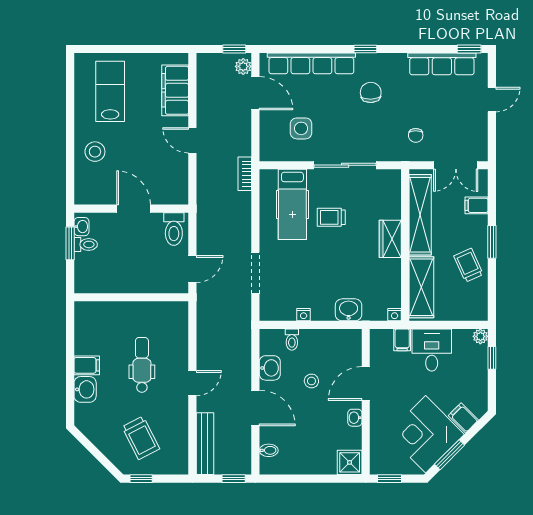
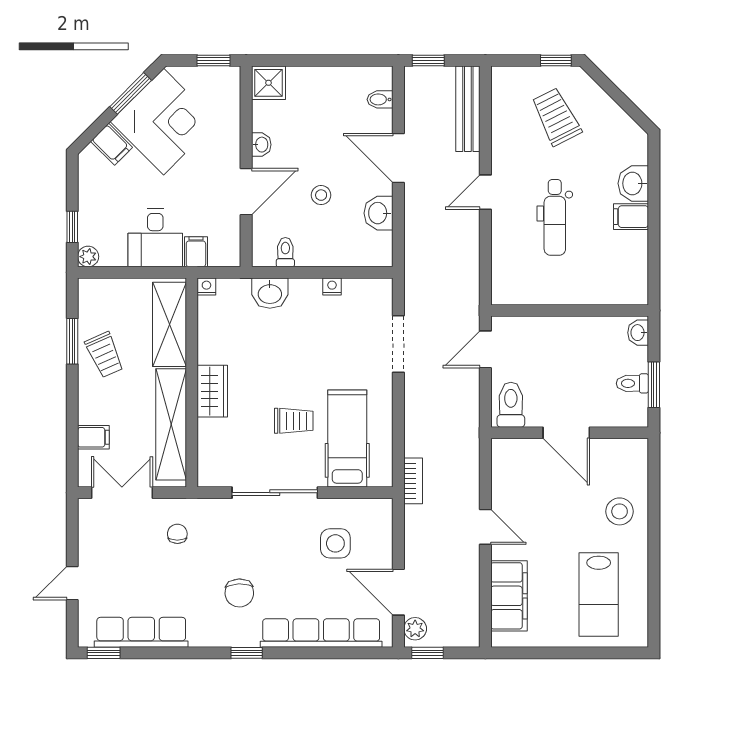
washbasin: (82, 227) -> (638, 333), moved
window: (492, 242) -> (72, 341), moved
toilet: (292, 340) -> (285, 252), moved

